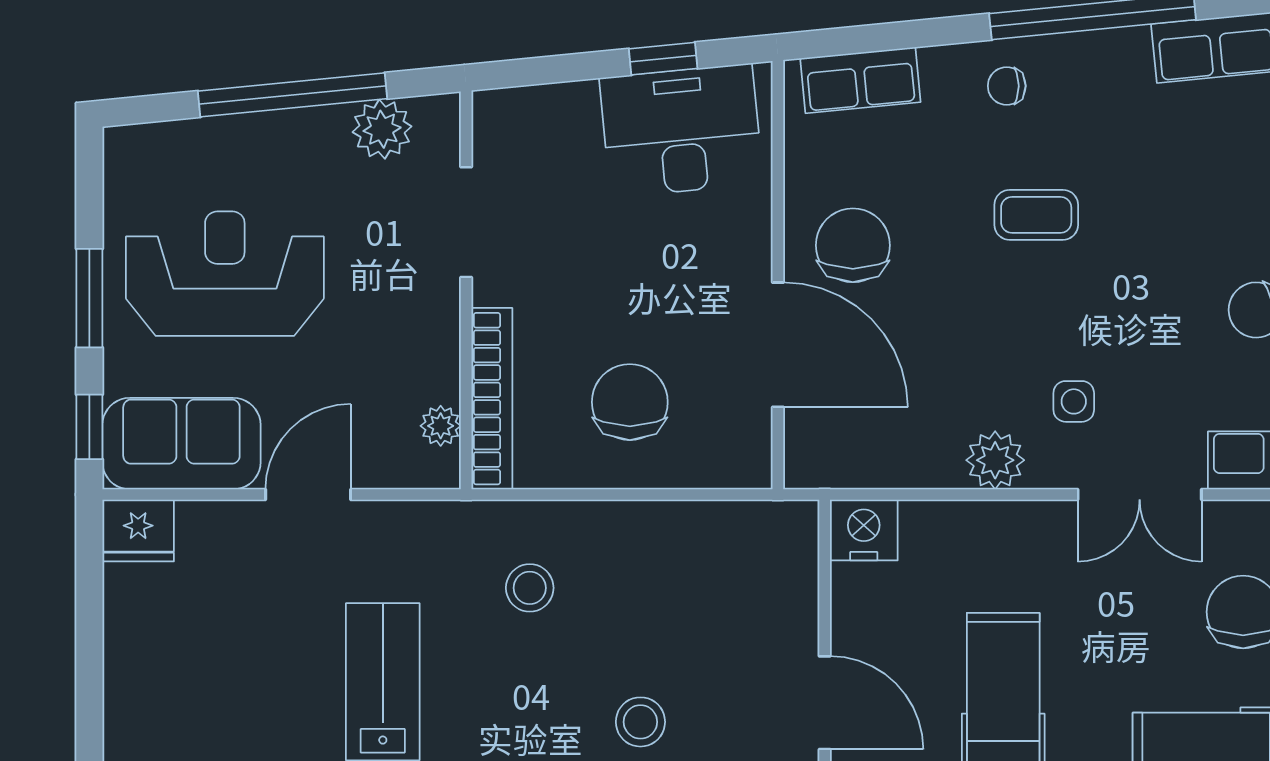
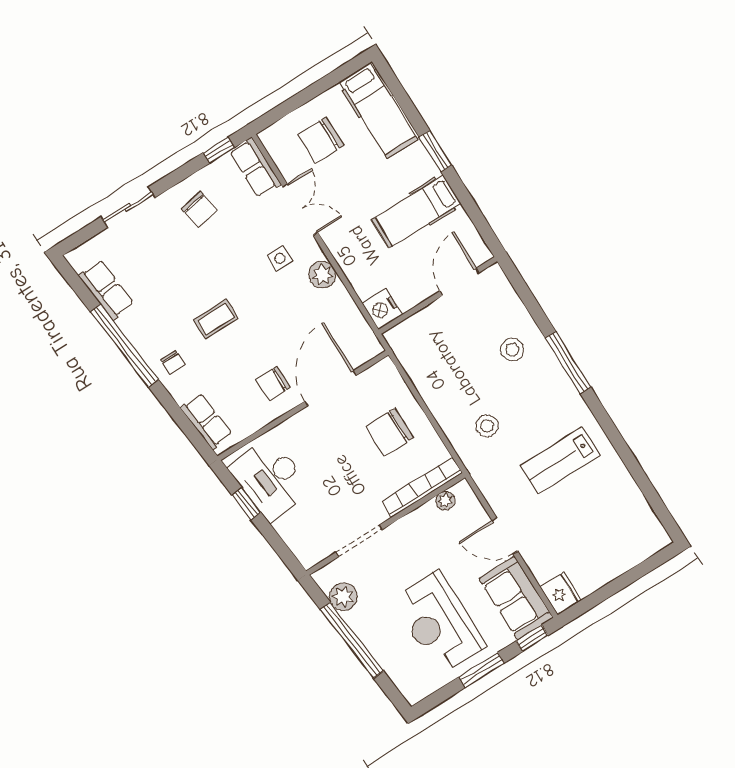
coffee table: (1036, 215) -> (216, 319), turned 90
chair: (853, 245) -> (273, 383), width x0.73, depth x0.73

